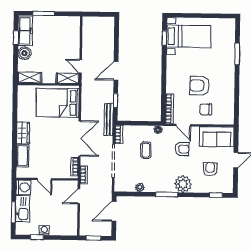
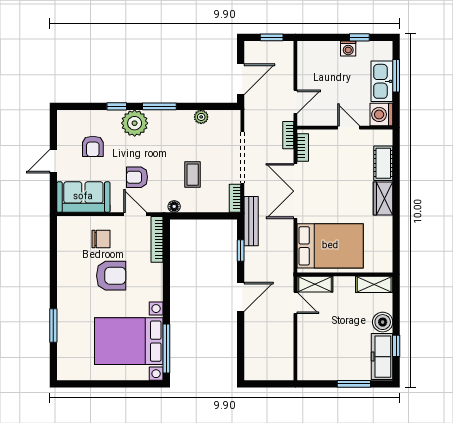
bed with nightstands: (189, 36) -> (129, 341), width x1.36
window: (164, 38) -> (166, 349), width x2.17
window: (216, 195) -> (117, 106), moved

